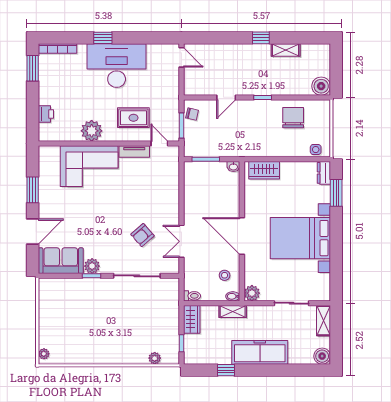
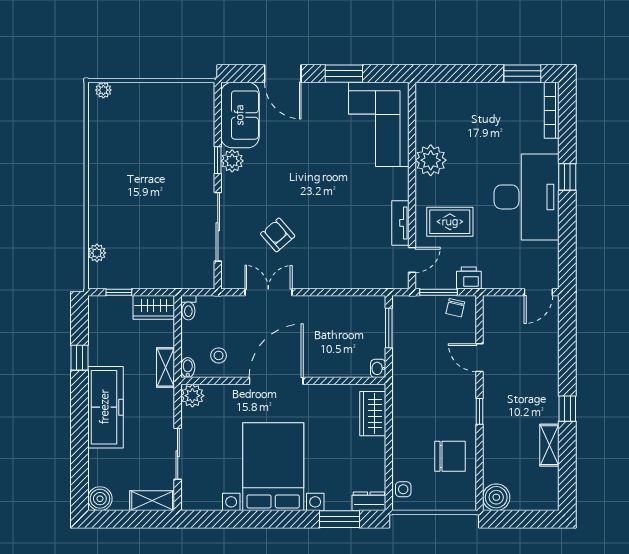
printer: (46, 114) -> (469, 278), moved, turned 180
rug: (133, 118) -> (450, 222), turned 90
corner sofa: (89, 166) -> (379, 124), moved

